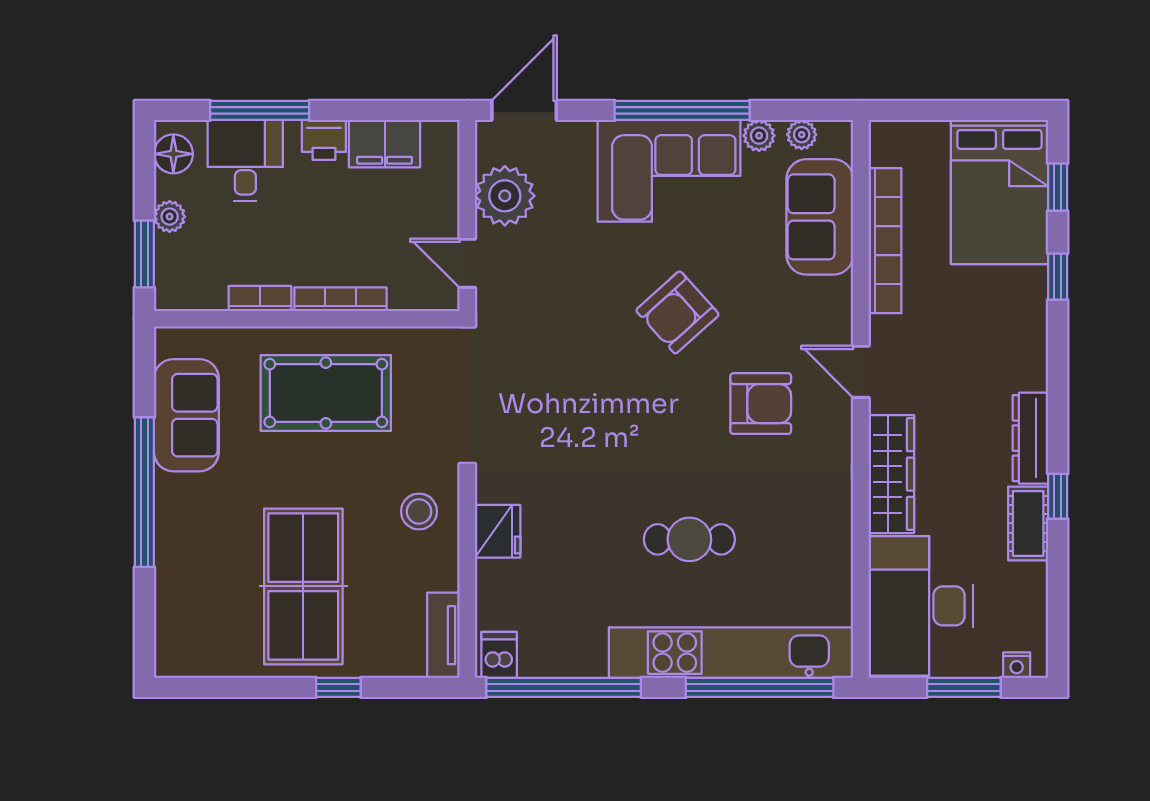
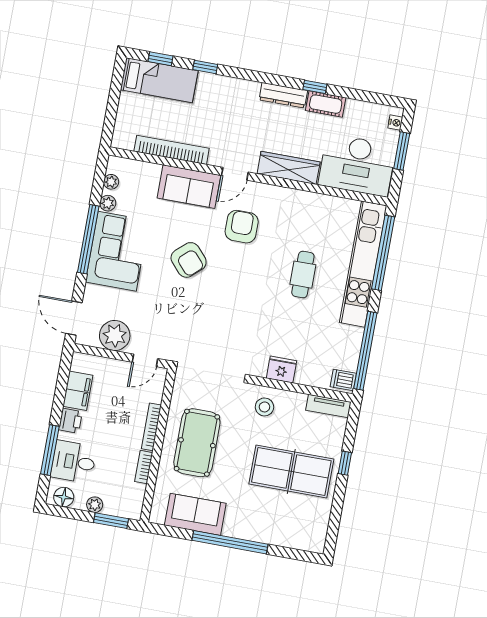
bed: (999, 192) -> (159, 80), width x0.67
sofa: (820, 217) -> (189, 187), moved

